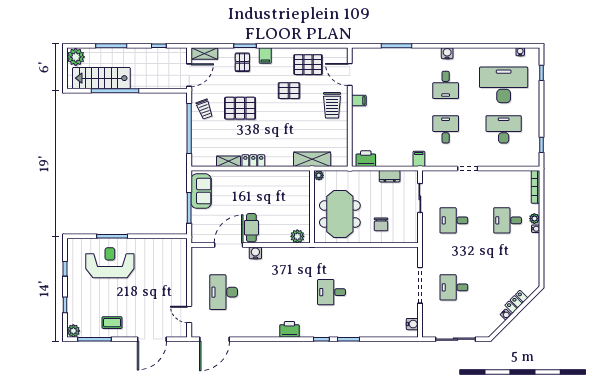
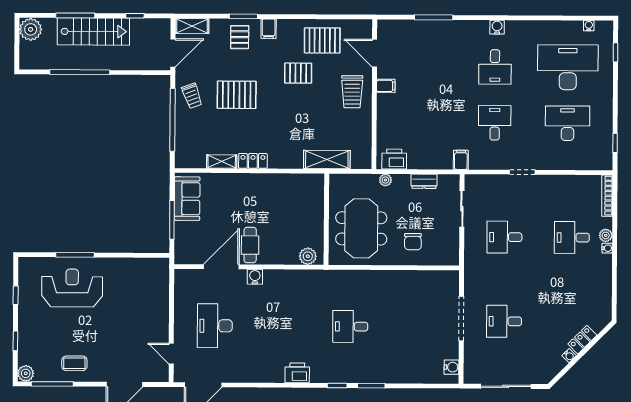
stairs: (101, 78) -> (93, 32), moved, turned 180
plant: (319, 175) -> (385, 180), moved

